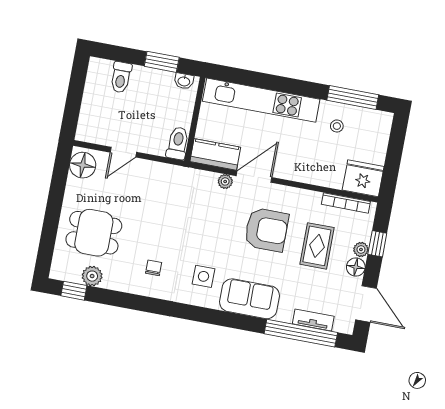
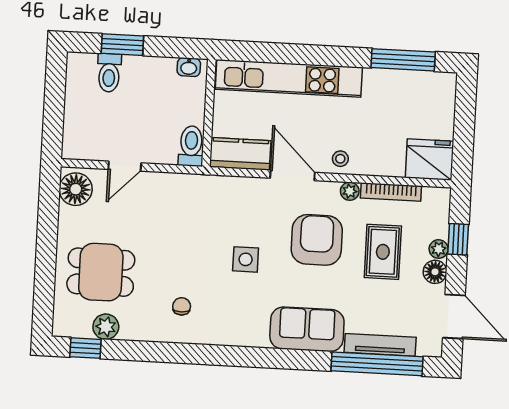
window: (162, 62) -> (122, 45), moved
stool: (337, 126) -> (340, 159), moved
door: (254, 177) -> (292, 175), hinge flipped
plant: (225, 181) -> (350, 191), moved
bookcase: (346, 203) -> (391, 192), moved
armchair: (266, 230) -> (317, 240), turned -90
side table: (203, 276) -> (246, 259), moved
tv unit: (313, 320) -> (380, 345), width x1.41

